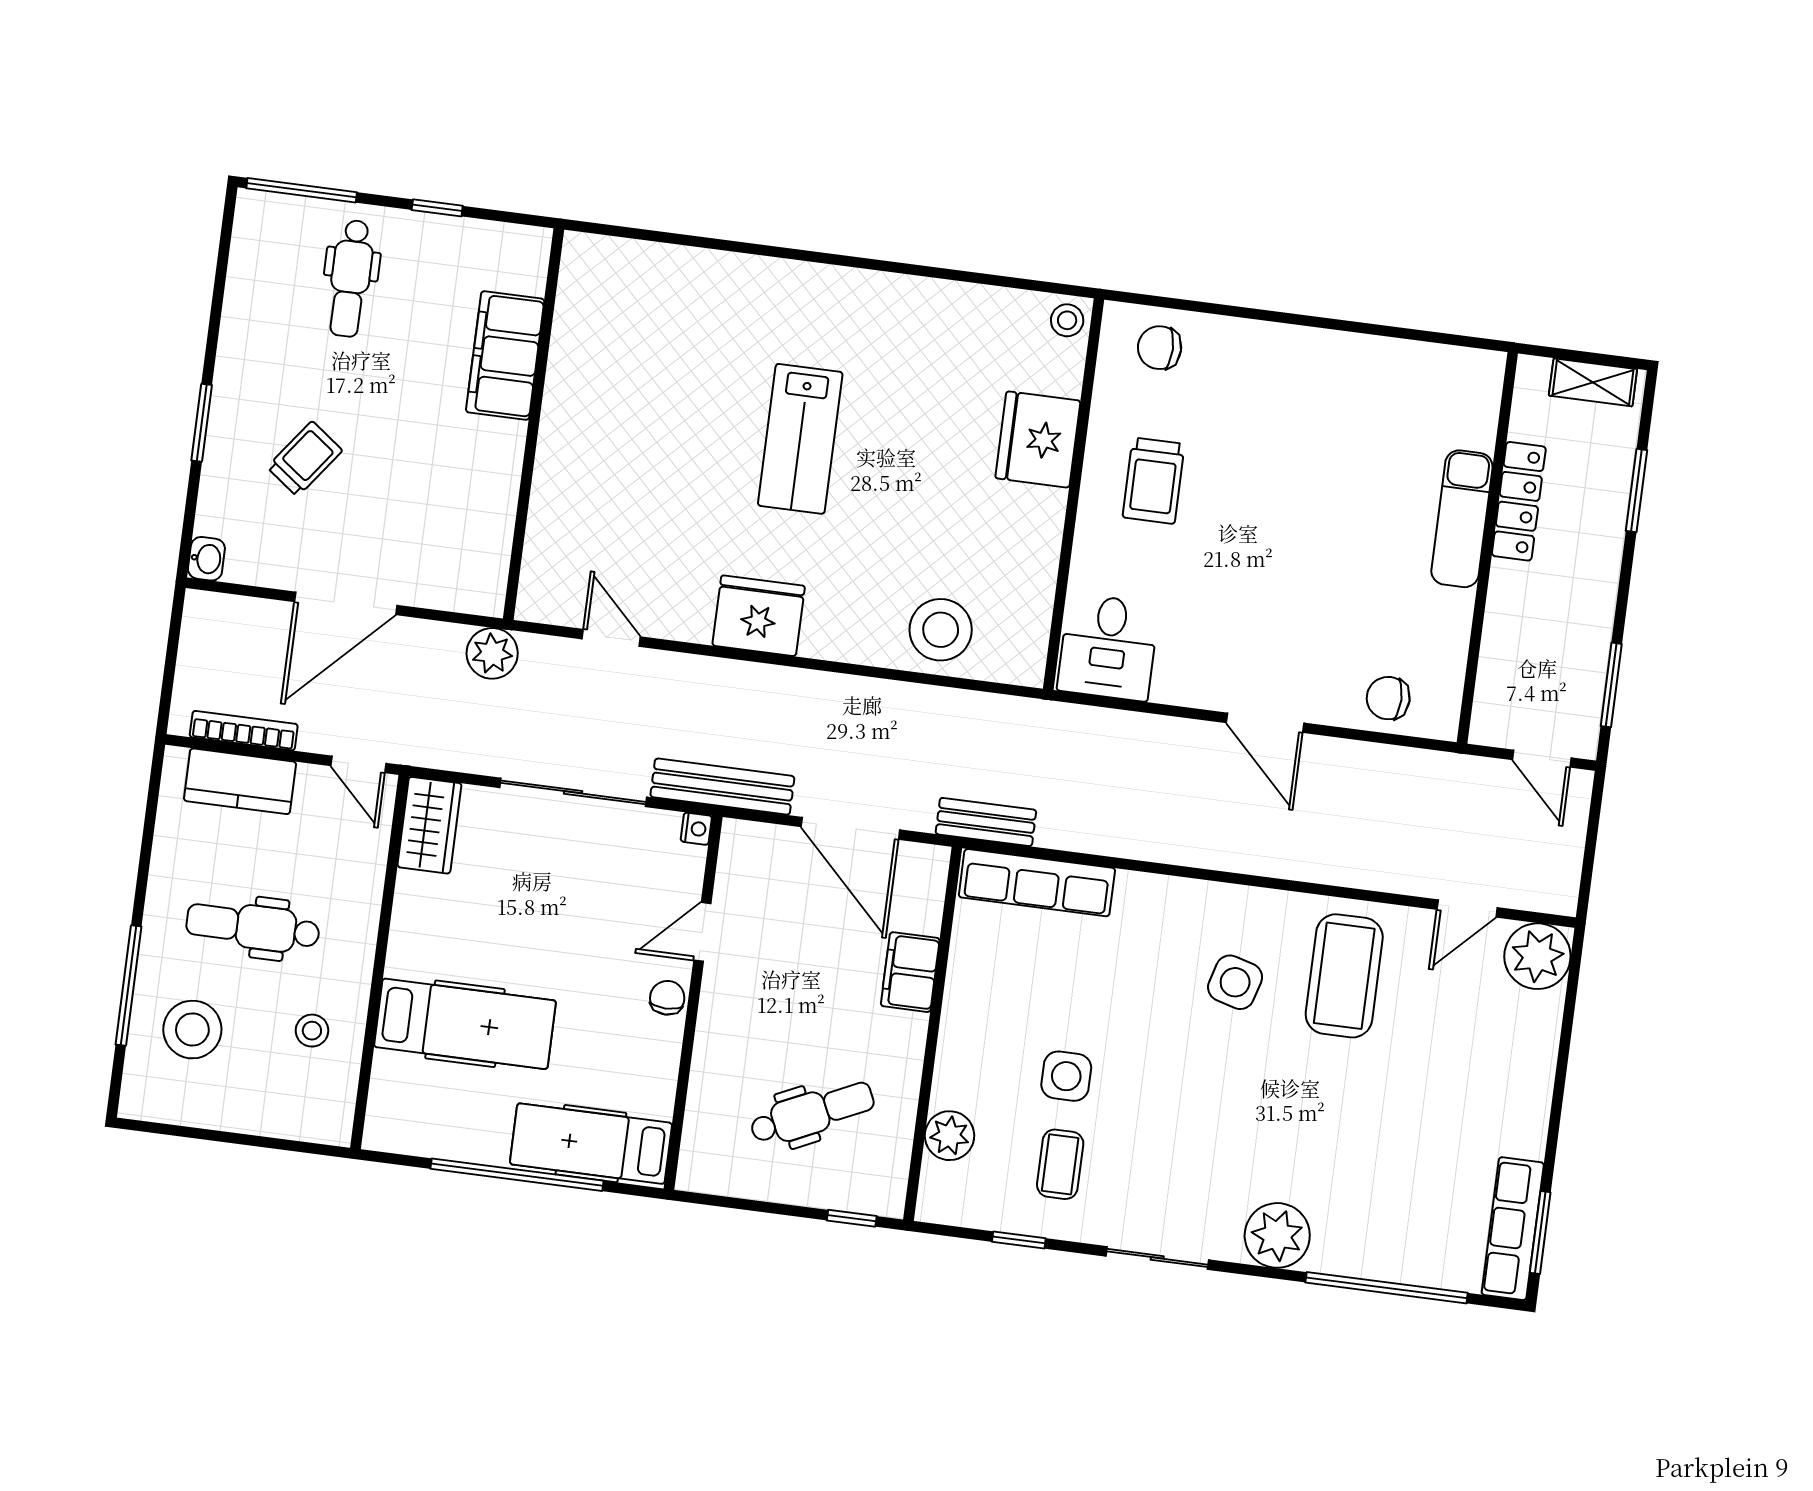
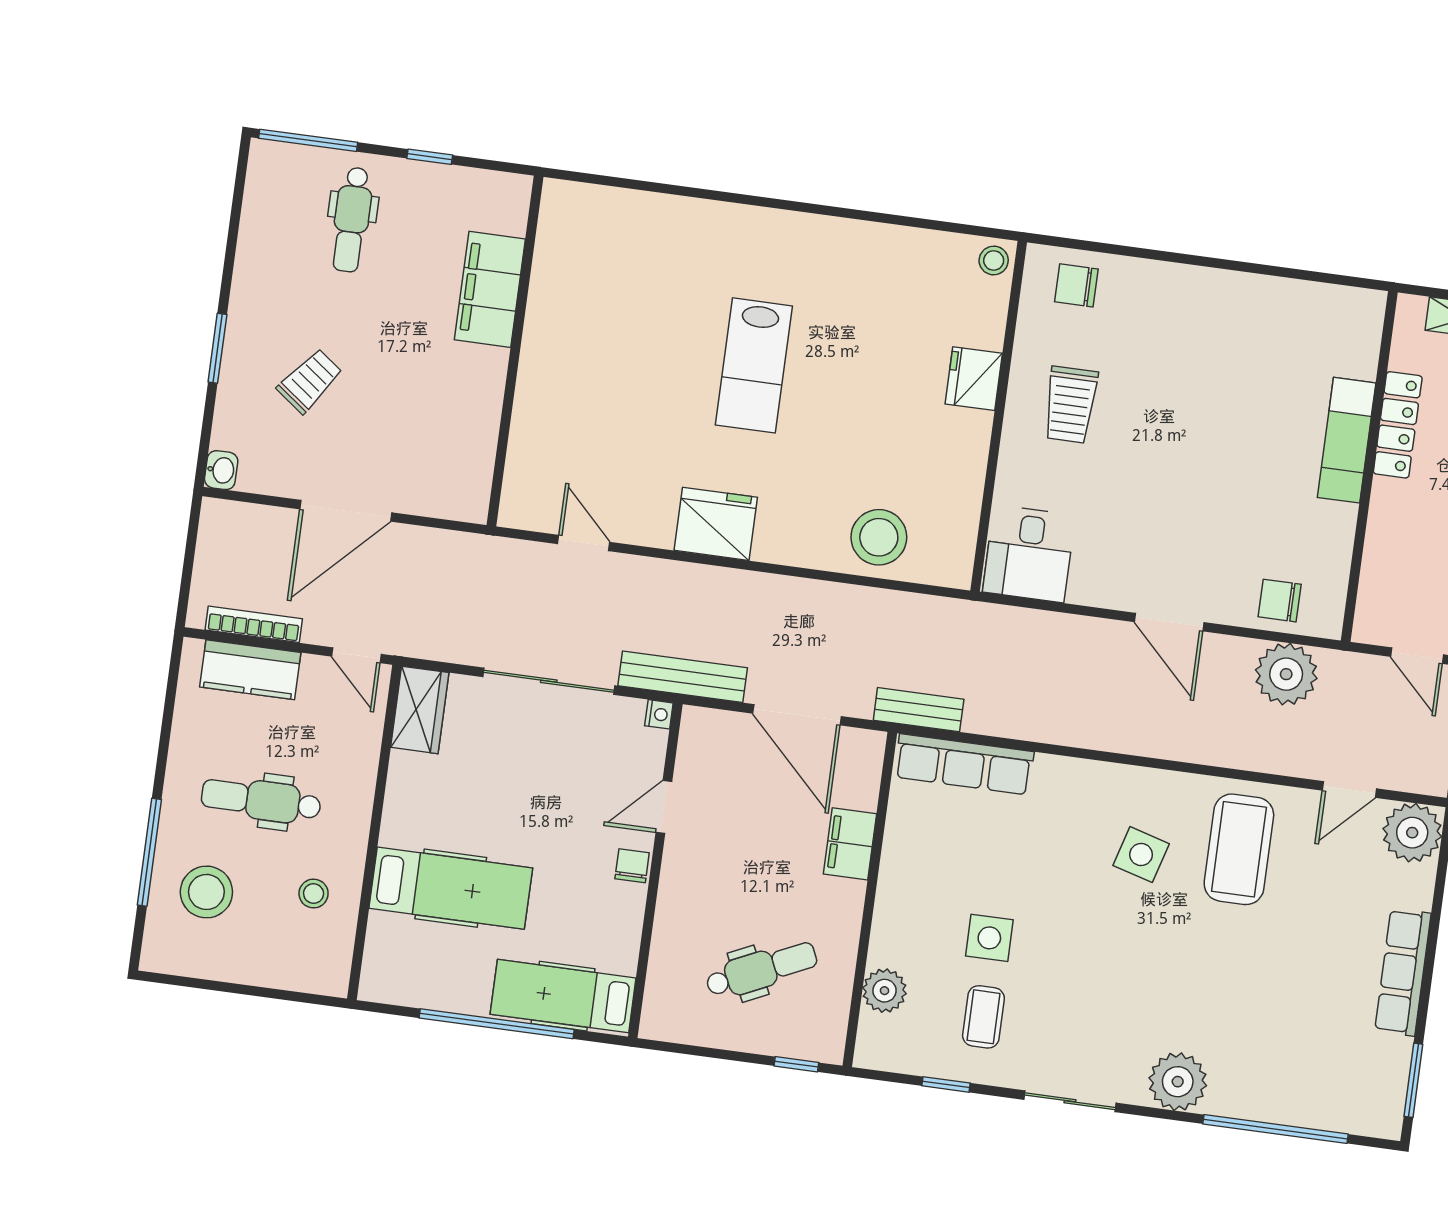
fridge: (1038, 439) -> (974, 379), width x0.73, depth x0.75
plant: (492, 653) -> (1286, 674), moved, width x1.36, depth x1.36
row of seats: (1513, 1229) -> (1403, 972), moved

